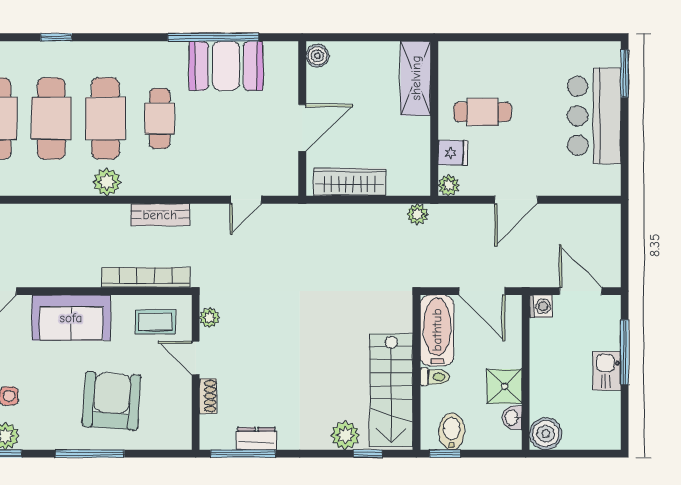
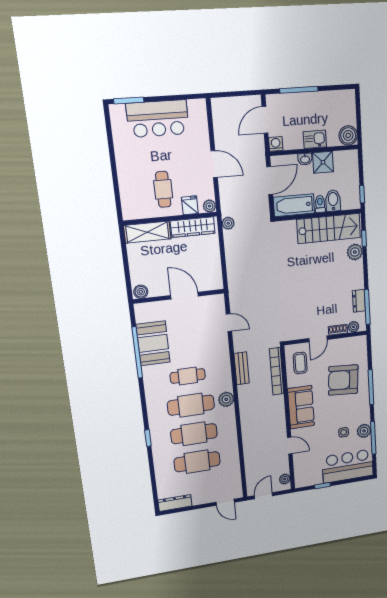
wardrobe: (350, 182) -> (193, 227), moved, turned -90
plant: (210, 318) -> (354, 327), moved
kitchen sink: (607, 371) -> (315, 139), moved, turned 180
washbasin: (512, 418) -> (305, 159), moved
bidet: (452, 431) -> (333, 201), moved, turned 90

